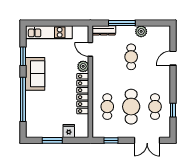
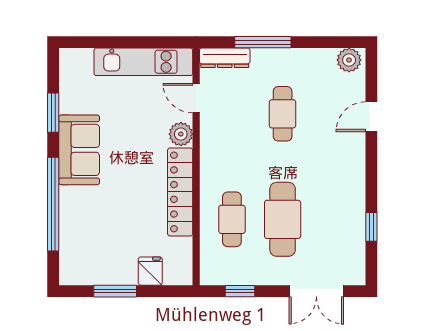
plant: (141, 31) -> (349, 60), moved
kitchen unit: (49, 32) -> (143, 62), moved
cafe table: (155, 107) -> (333, 219), removed

